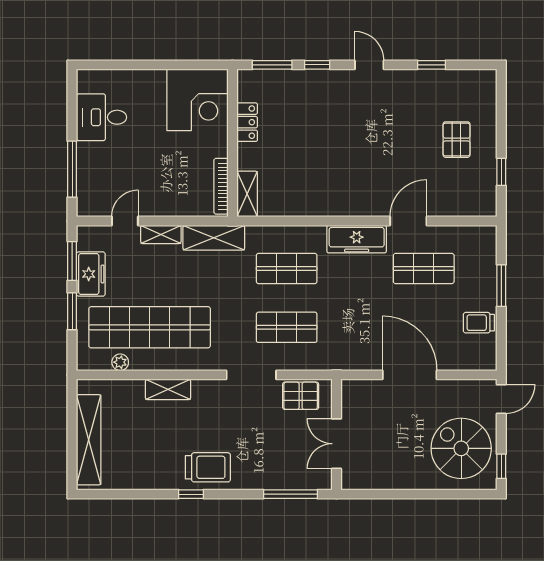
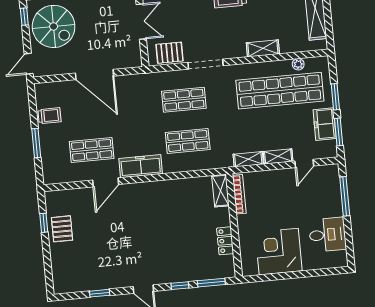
corner desk: (197, 100) -> (279, 252), moved
pallet: (457, 140) -> (62, 229), moved
shelving: (214, 238) -> (248, 159), width x0.67, depth x0.75

